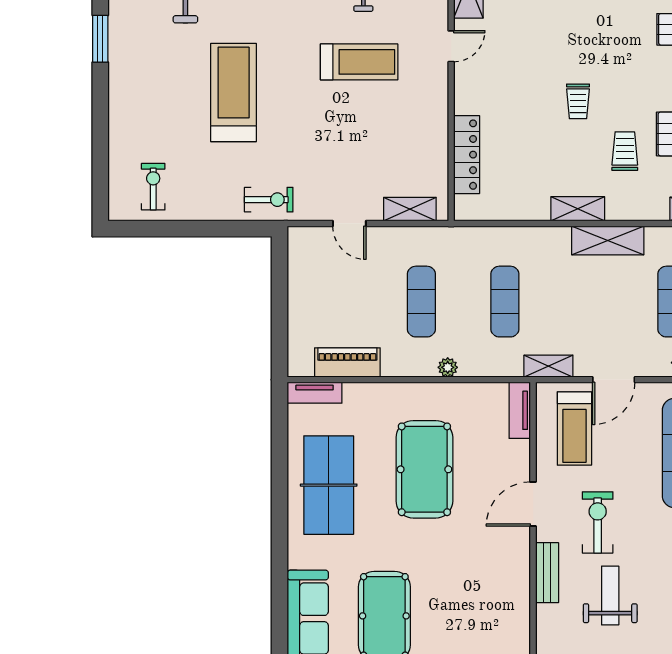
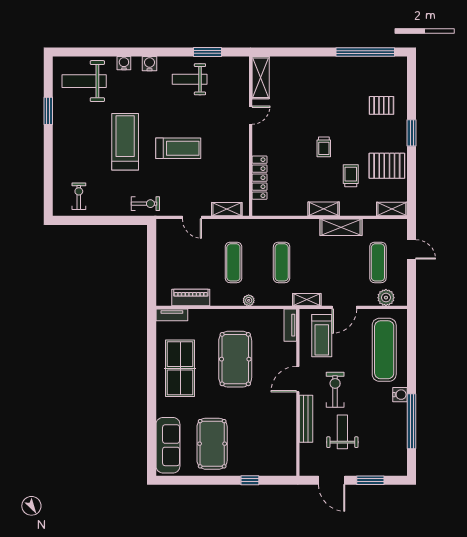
treadmill: (359, 62) -> (178, 148), moved
bench: (547, 573) -> (306, 419), width x1.36

